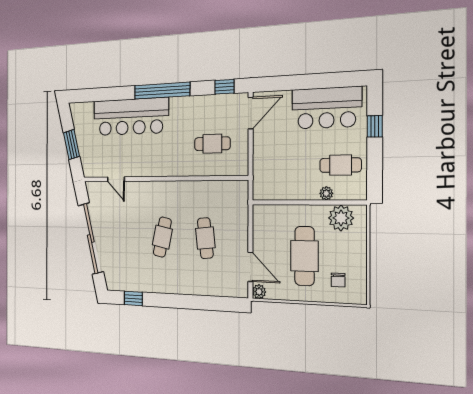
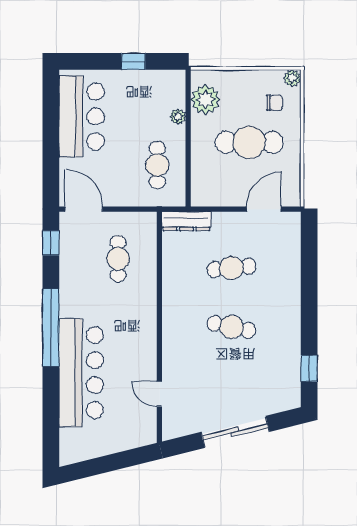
window: (375, 126) -> (133, 61), moved
window: (71, 145) -> (114, 462), removed
cafe table: (341, 165) -> (157, 165), moved
door: (116, 179) -> (159, 394), swing flipped
dresser: (241, 201) -> (186, 221), added
sliding door: (91, 238) -> (235, 432), width x0.73
plant: (259, 292) -> (292, 78), moved

